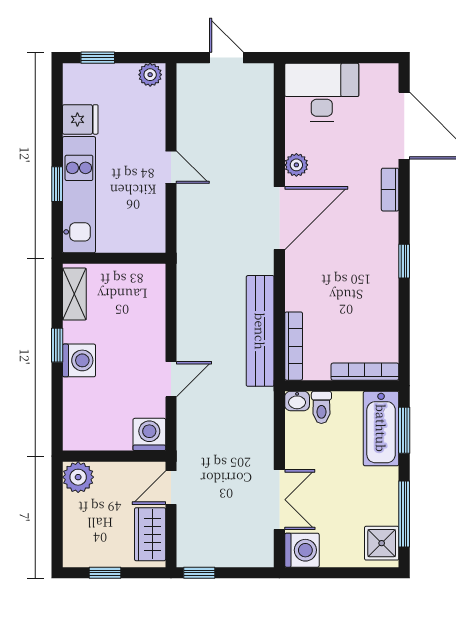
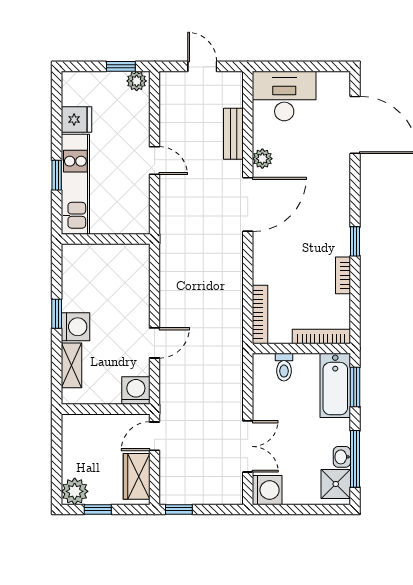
window: (98, 58) -> (121, 66), moved
bookcase: (390, 190) -> (343, 275), moved
shelving: (74, 294) -> (71, 365), moved
bench: (260, 331) -> (233, 134), moved, width x0.54, depth x0.82
washbasin: (297, 401) -> (342, 457), moved, turned 90
plant: (78, 477) -> (75, 491), moved

